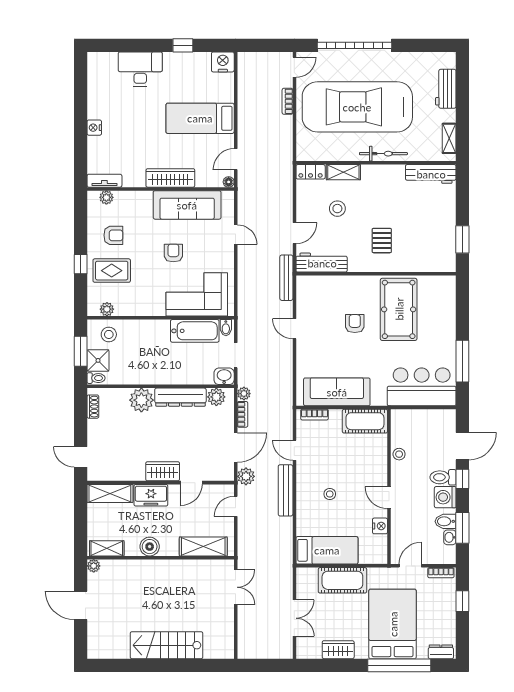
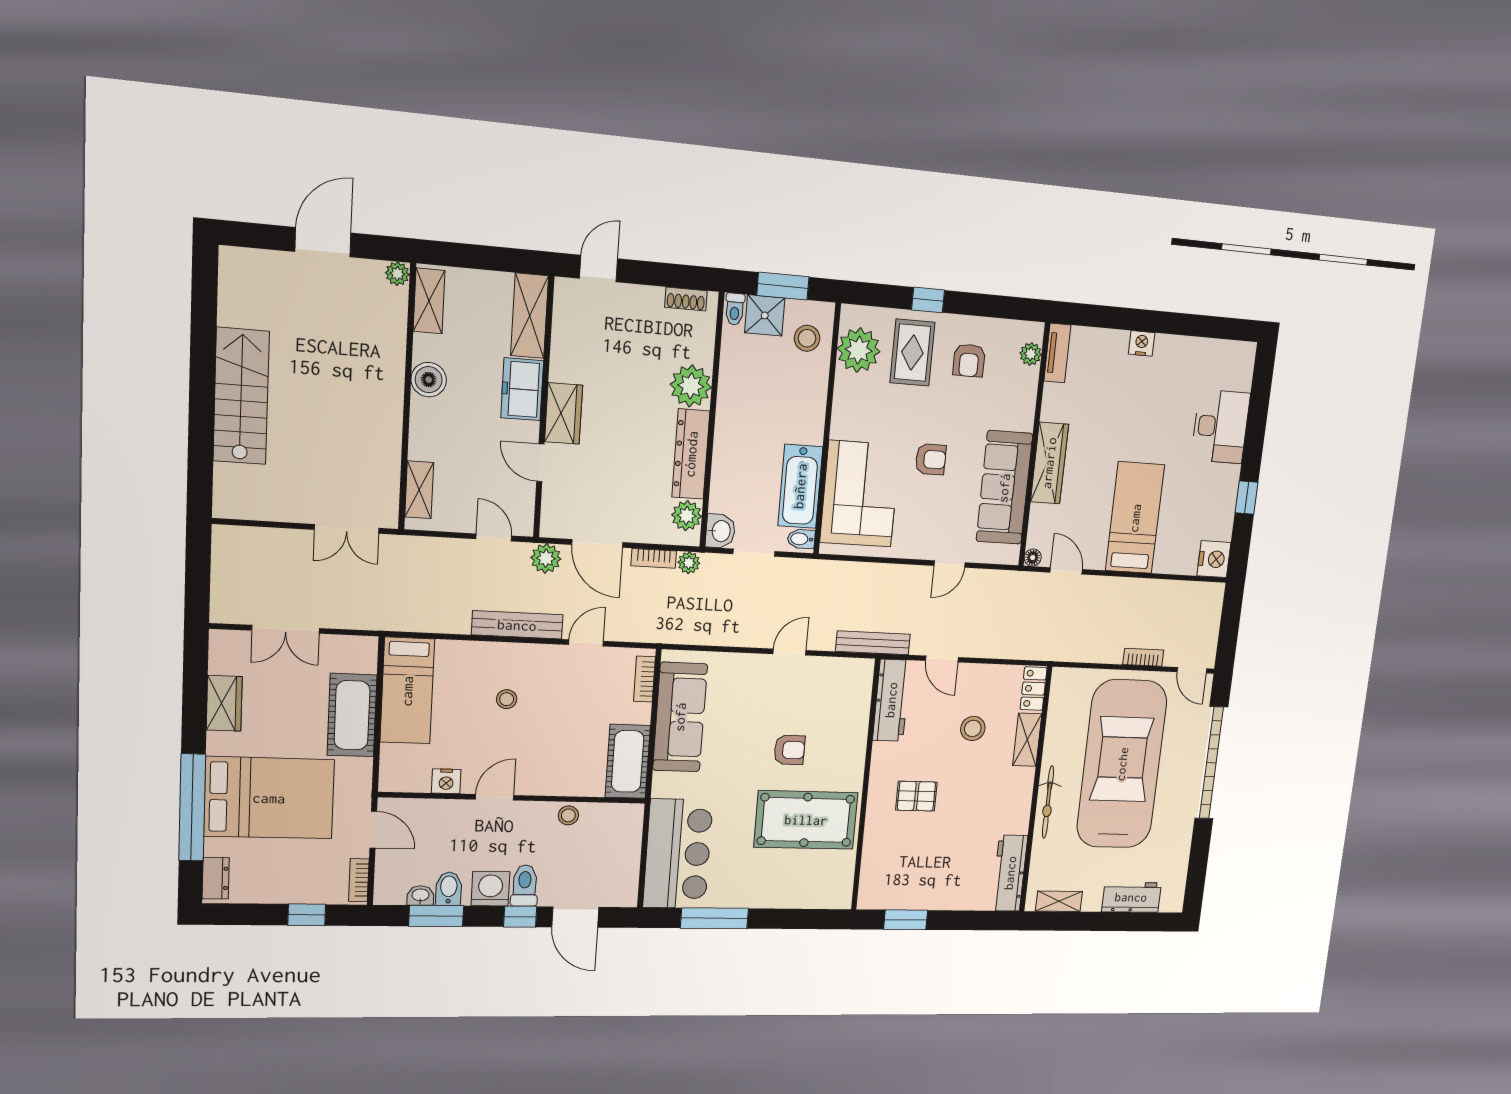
plant: (107, 309) -> (859, 350), width x1.88, depth x1.88
shelving: (203, 547) -> (419, 490), width x0.67, depth x0.75

